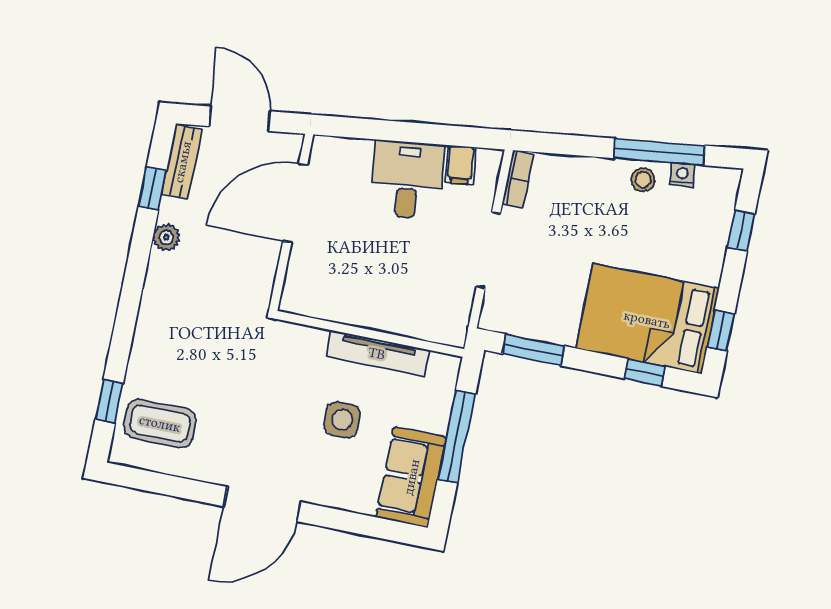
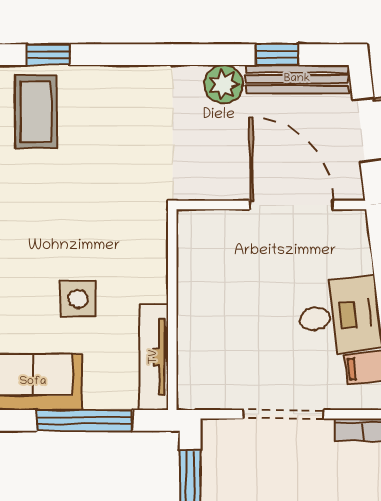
bench: (182, 162) -> (297, 79), width x1.36
plant: (166, 237) -> (224, 84), width x1.38, depth x1.38
tv unit: (377, 353) -> (154, 357), moved

